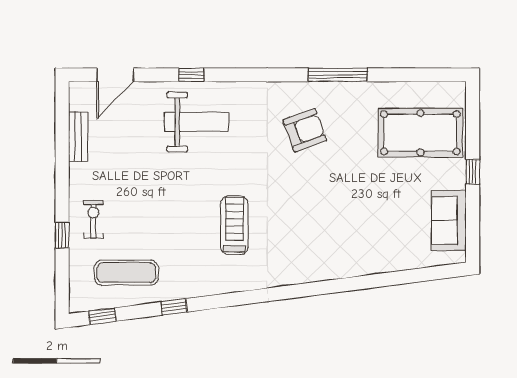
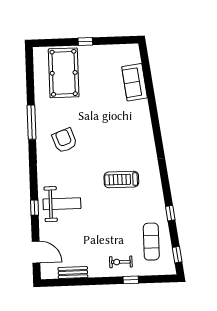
weight bench: (196, 122) -> (62, 204), turned 90
sofa: (449, 221) -> (135, 82), moved, turned 83

